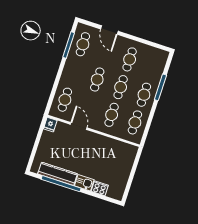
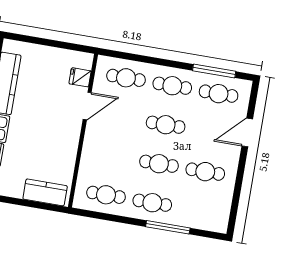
cafe table: (112, 115) -> (172, 86), moved
fridge: (50, 125) -> (80, 77), moved
kitchen counter: (128, 160) -> (45, 192), added

